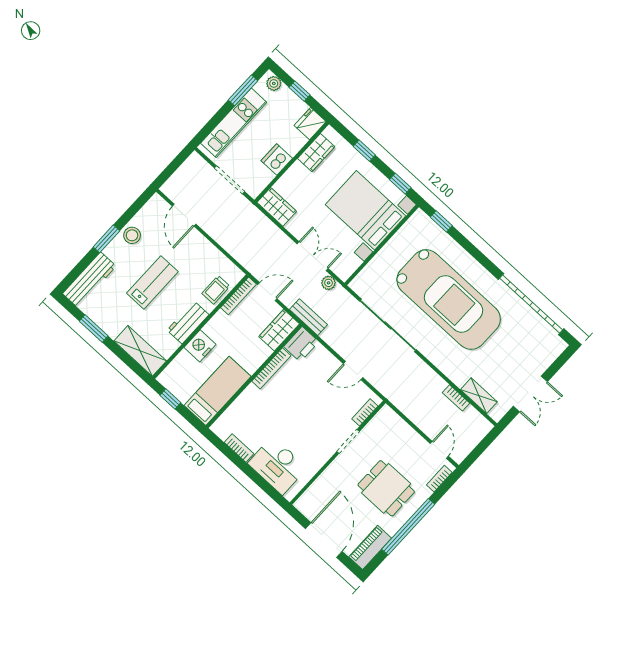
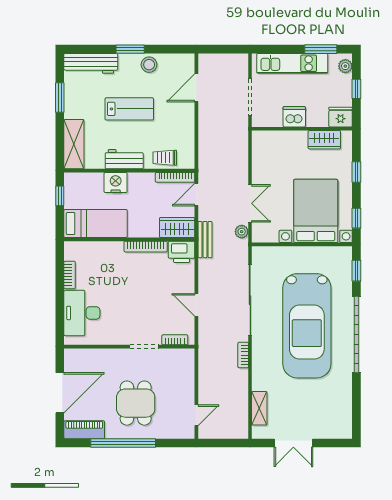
wardrobe: (277, 207) -> (261, 147), removed
door: (267, 292) -> (196, 195), swing flipped
garage door: (531, 304) -> (356, 334), moved
bookcase: (456, 398) -> (243, 355), moved
bookcase: (439, 479) -> (176, 434), removed

